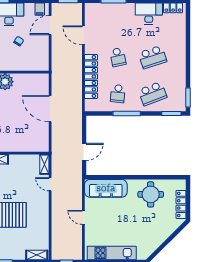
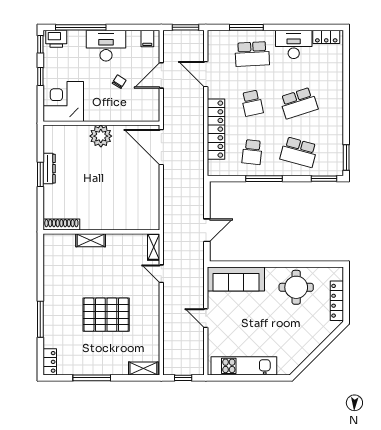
school desk: (118, 21) -> (252, 54), added
door: (50, 25) -> (161, 75), moved
school desk: (153, 94) -> (299, 152), turned 36
door: (50, 109) -> (161, 147), moved

